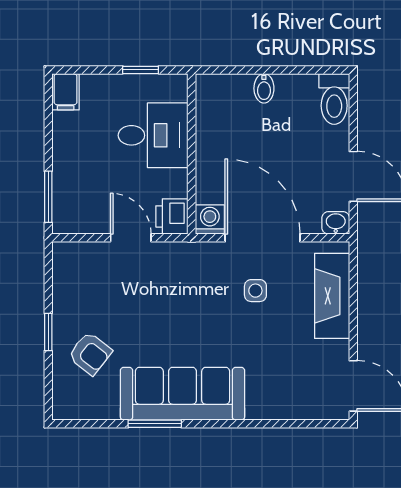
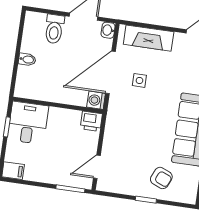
toilet: (334, 99) -> (54, 29), moved, turned 90
desk: (153, 135) -> (28, 123), moved
door: (131, 238) -> (97, 167), moved
armchair: (90, 354) -> (161, 178), turned 75

